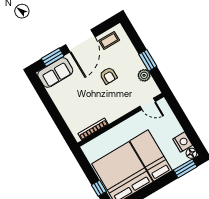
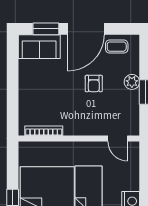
plant: (144, 75) -> (132, 82), moved

